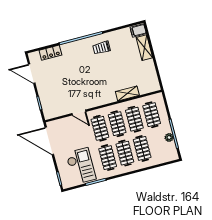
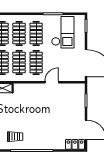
locker: (50, 53) -> (75, 144), moved
door: (79, 112) -> (52, 82), hinge flipped
checkout: (81, 166) -> (63, 32), turned 180

